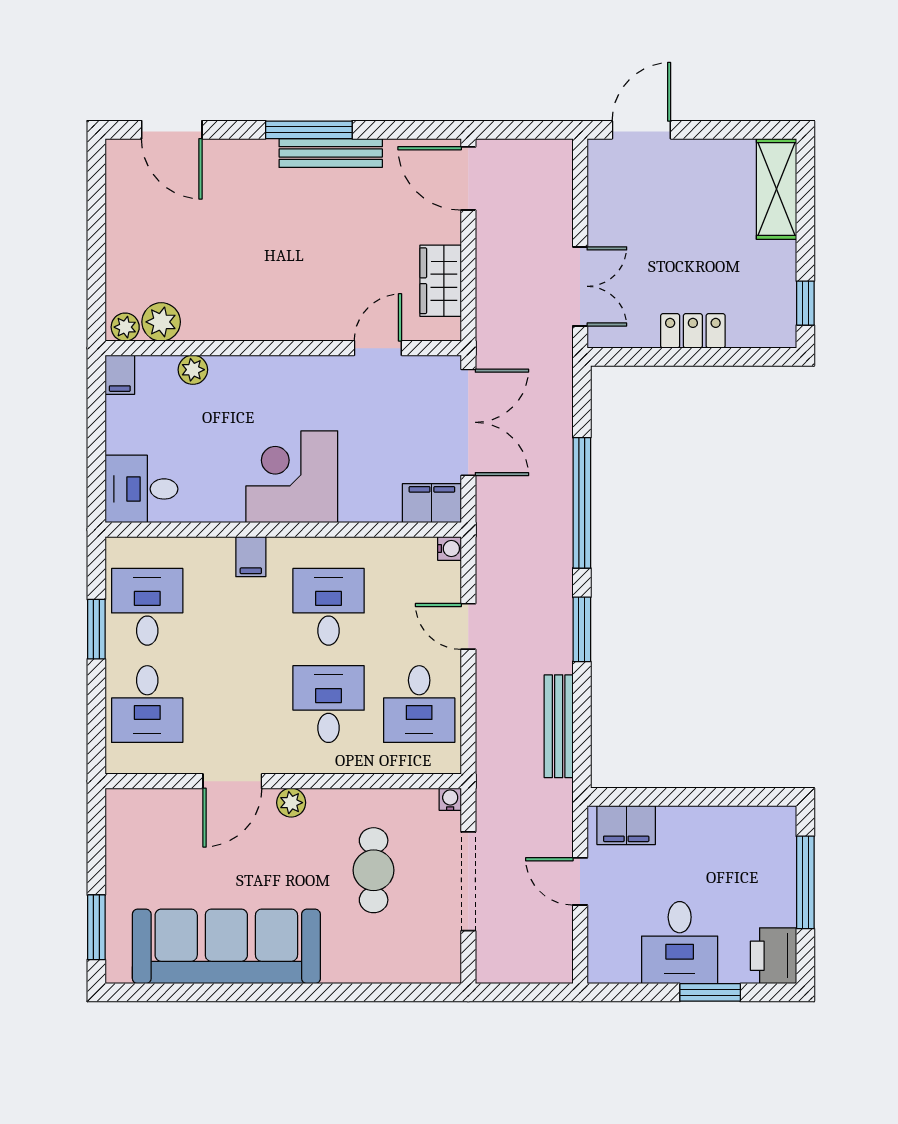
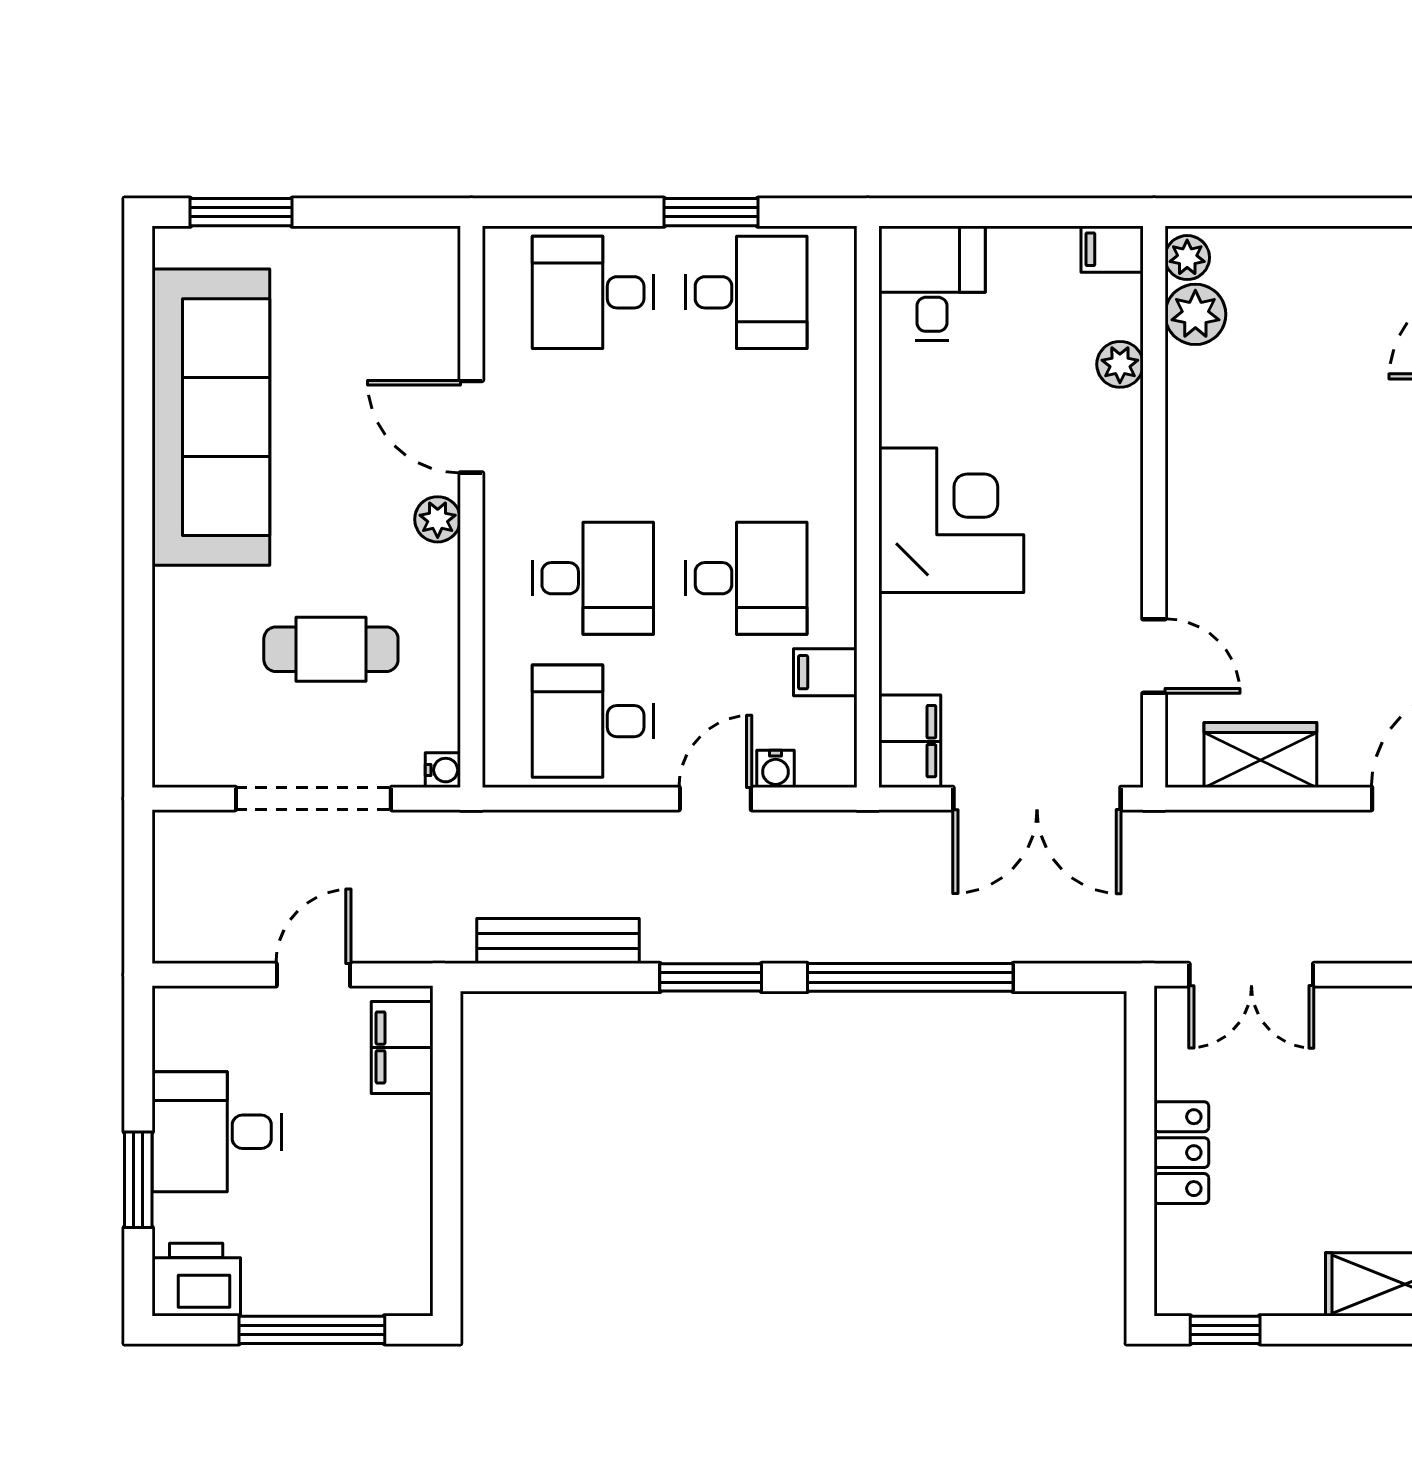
water cooler: (449, 549) -> (776, 769), moved
filing cabinet: (251, 557) -> (825, 672), moved

